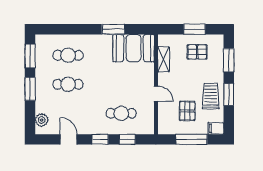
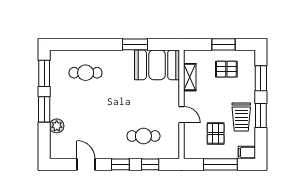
cafe table: (68, 84) -> (86, 104), removed
trolley: (211, 96) -> (241, 117), turned 180
plant: (42, 120) -> (57, 126), moved

